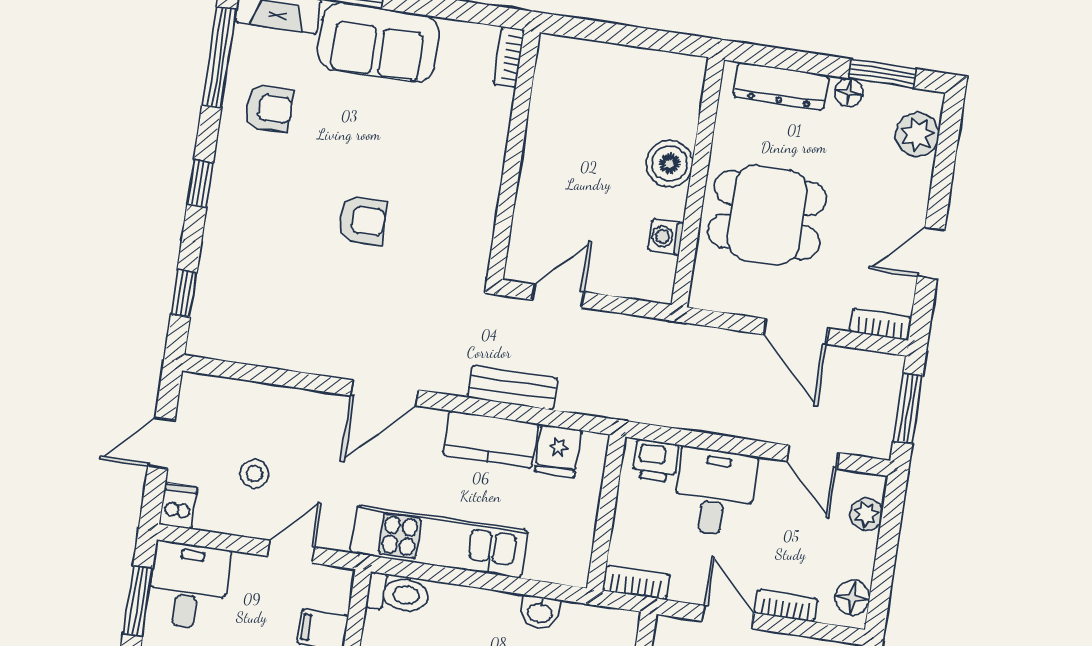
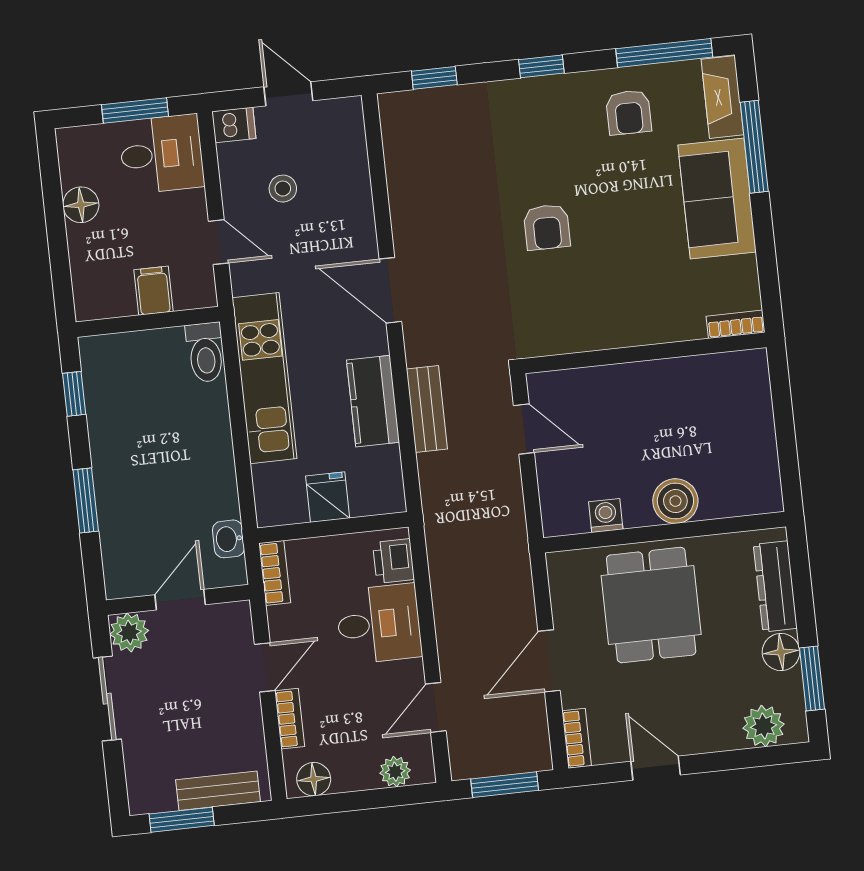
floor lamp: (849, 92) -> (781, 652), width x1.37, depth x1.37
fridge: (558, 451) -> (328, 497), moved, turned 90
washbasin: (540, 612) -> (228, 539), moved

